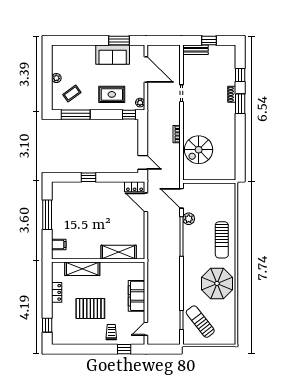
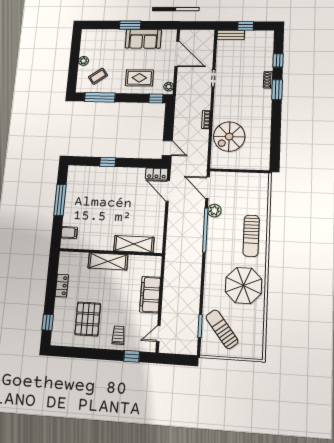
window: (119, 41) -> (130, 25), moved
shelving: (82, 269) -> (108, 261), moved
pallet: (90, 309) -> (88, 319), moved, turned 90

